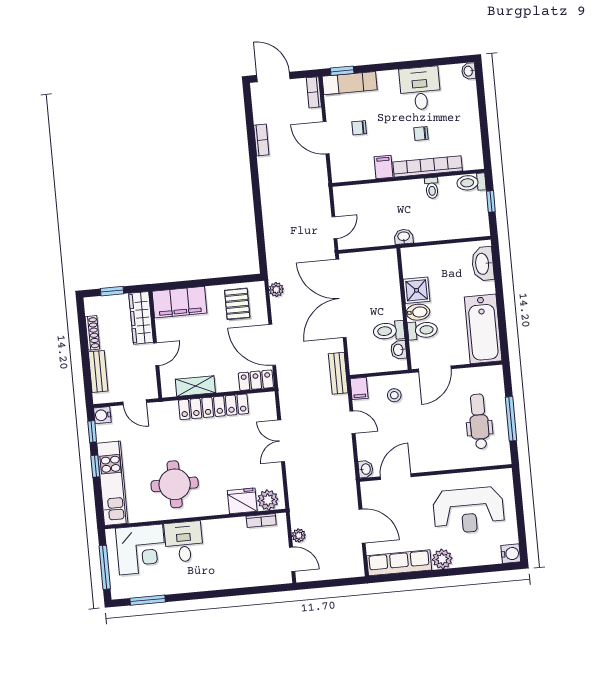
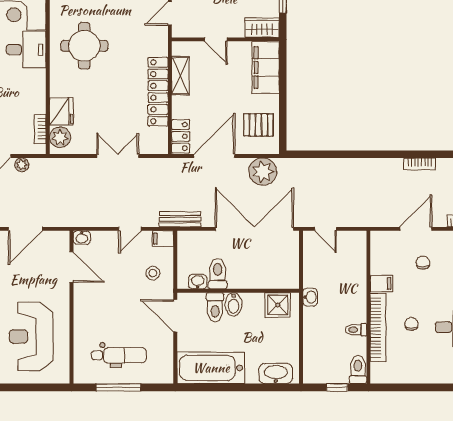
plant: (276, 290) -> (263, 172), width x1.87, depth x1.87
shower: (417, 290) -> (278, 305), moved
wardrobe: (141, 318) -> (262, 28), width x0.67

